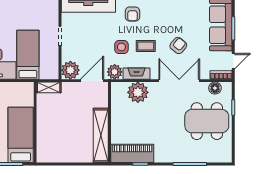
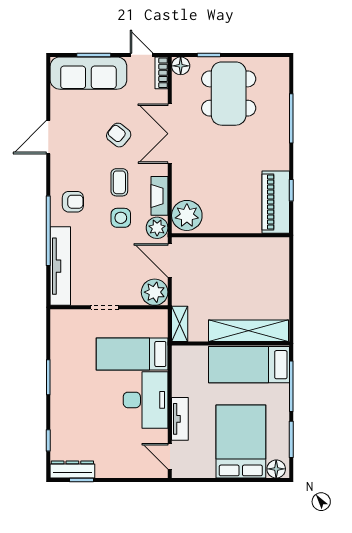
floor lamp: (215, 88) -> (181, 66), moved
plant: (138, 92) -> (187, 215), moved
shelving: (101, 135) -> (248, 331), moved

